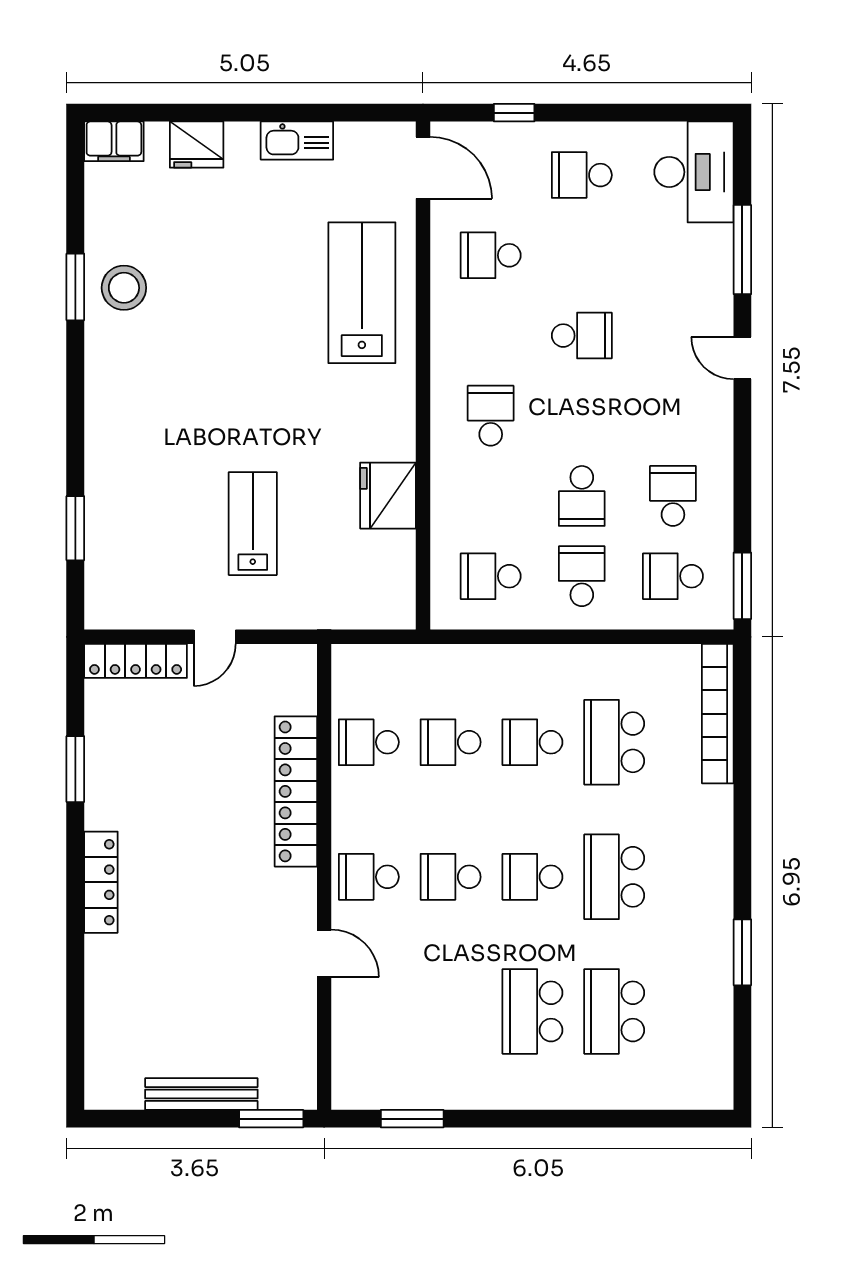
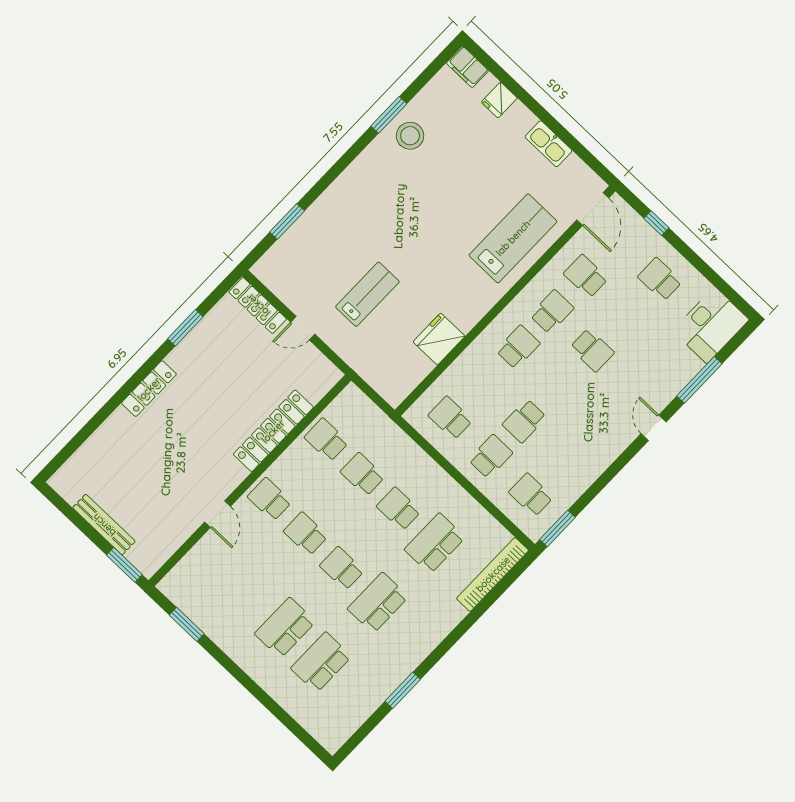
fridge: (197, 145) -> (499, 100), width x0.72
school desk: (673, 496) -> (552, 312), moved

